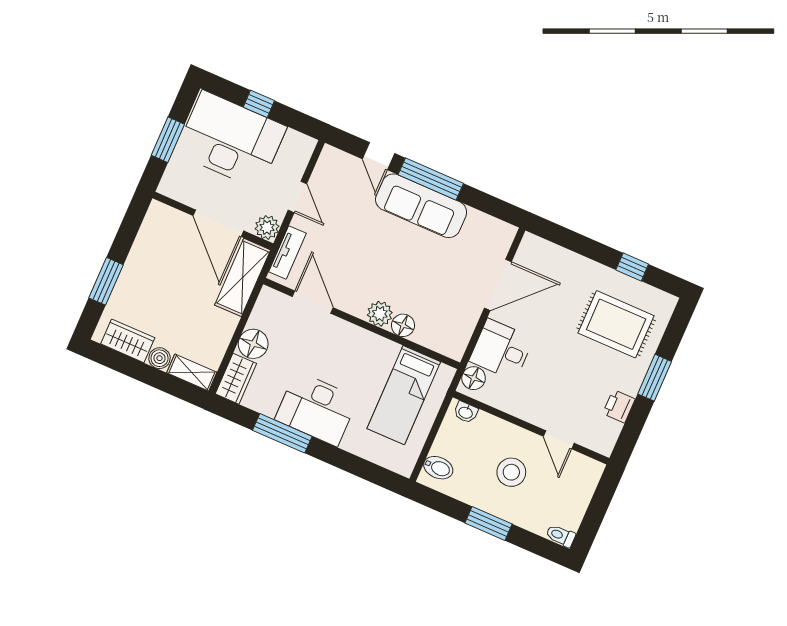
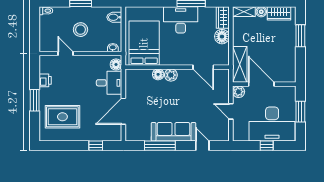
window: (431, 179) -> (160, 146), moved
tv unit: (287, 253) -> (224, 84), removed
window: (632, 267) -> (96, 146), moved
bed: (404, 395) -> (144, 43), width x1.50

